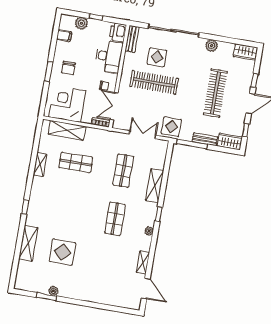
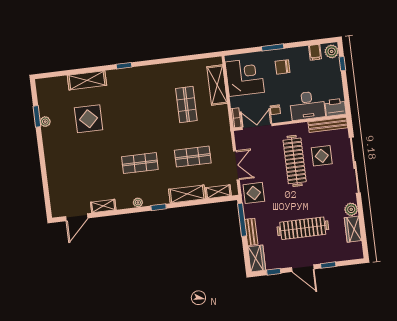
window: (96, 17) -> (342, 64), moved
plant: (81, 23) -> (332, 51), moved
bench: (132, 39) -> (328, 125), width x1.36
wardrobe: (245, 52) -> (353, 229), moved
shelving: (40, 165) -> (218, 192), moved

